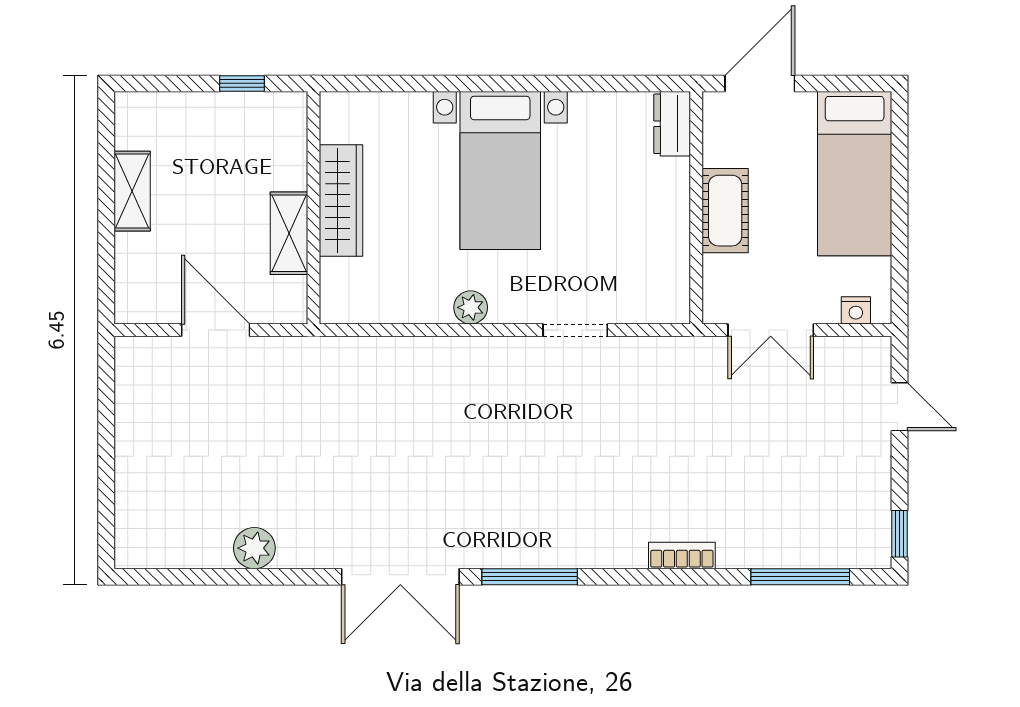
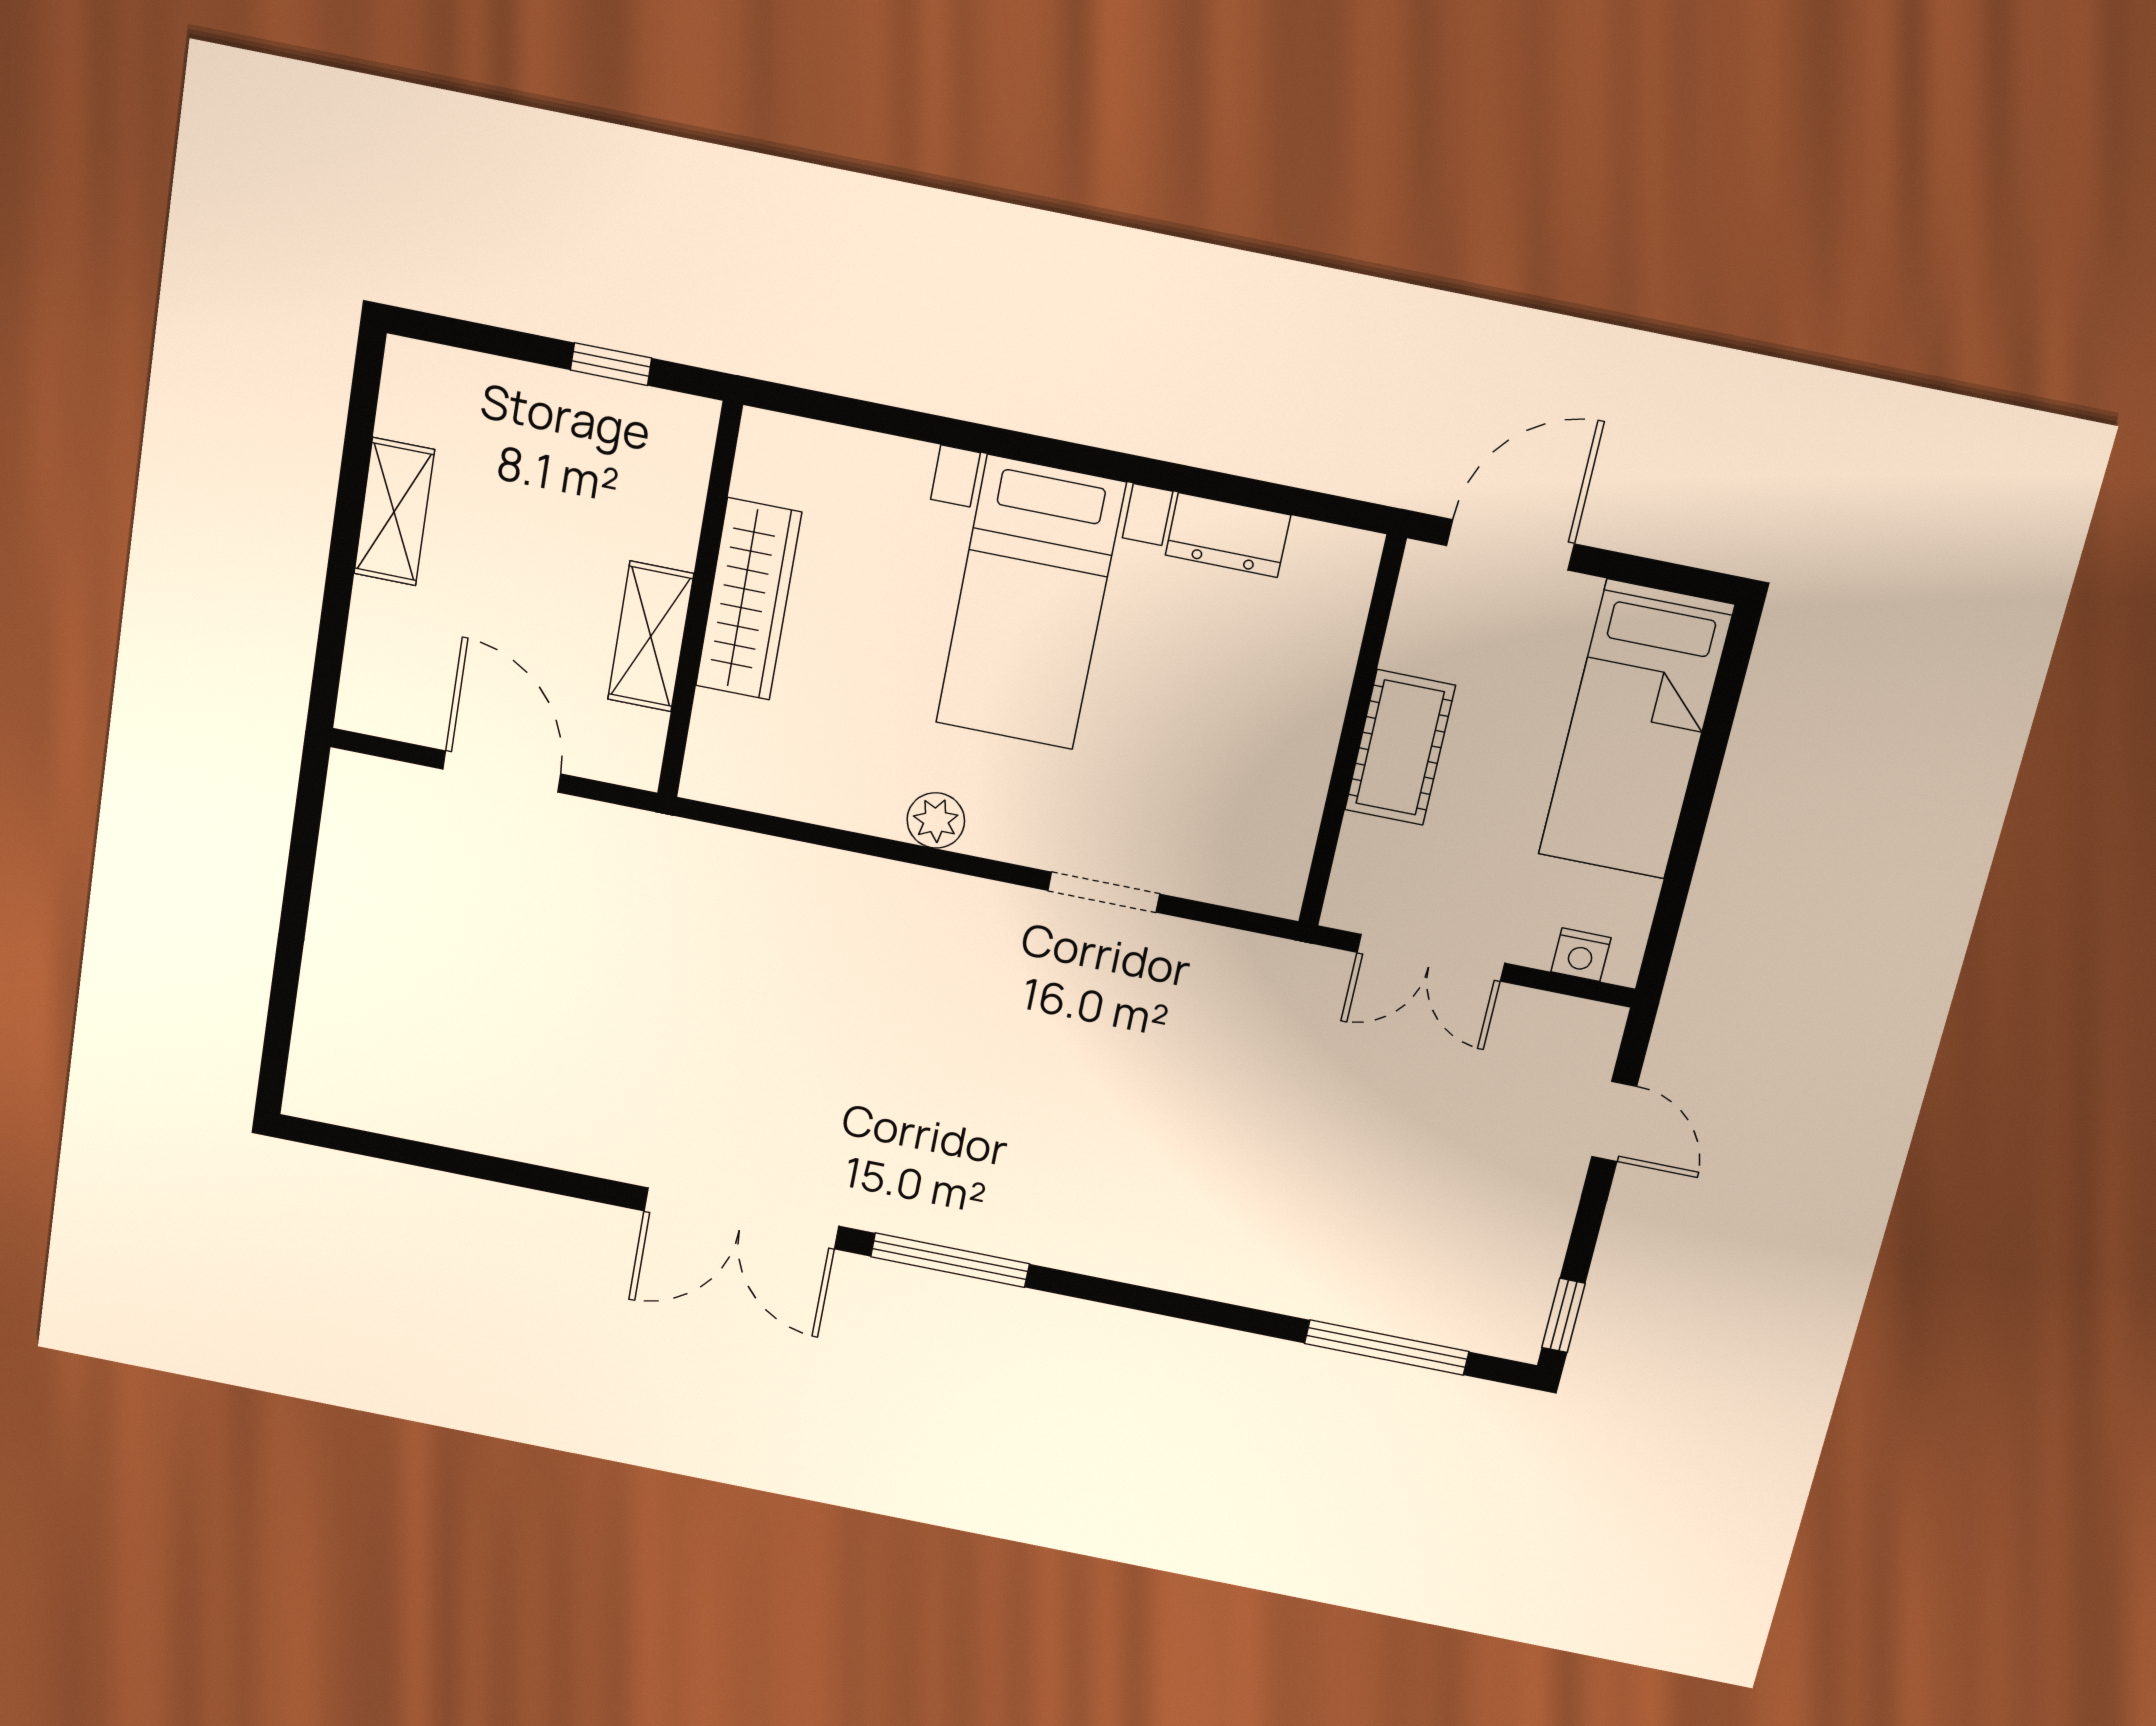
dresser: (672, 124) -> (1228, 535), moved, turned -90
plant: (254, 548) -> (512, 1128), removed
bookcase: (682, 556) -> (1203, 1278), removed

